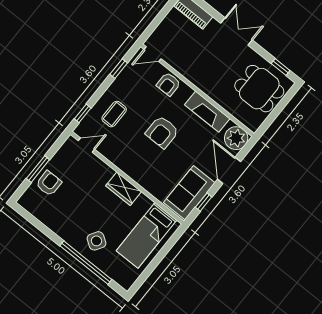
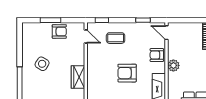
plant: (194, 75) -> (173, 65), added
armchair: (49, 183) -> (59, 31), moved
side table: (96, 241) -> (42, 64), moved

